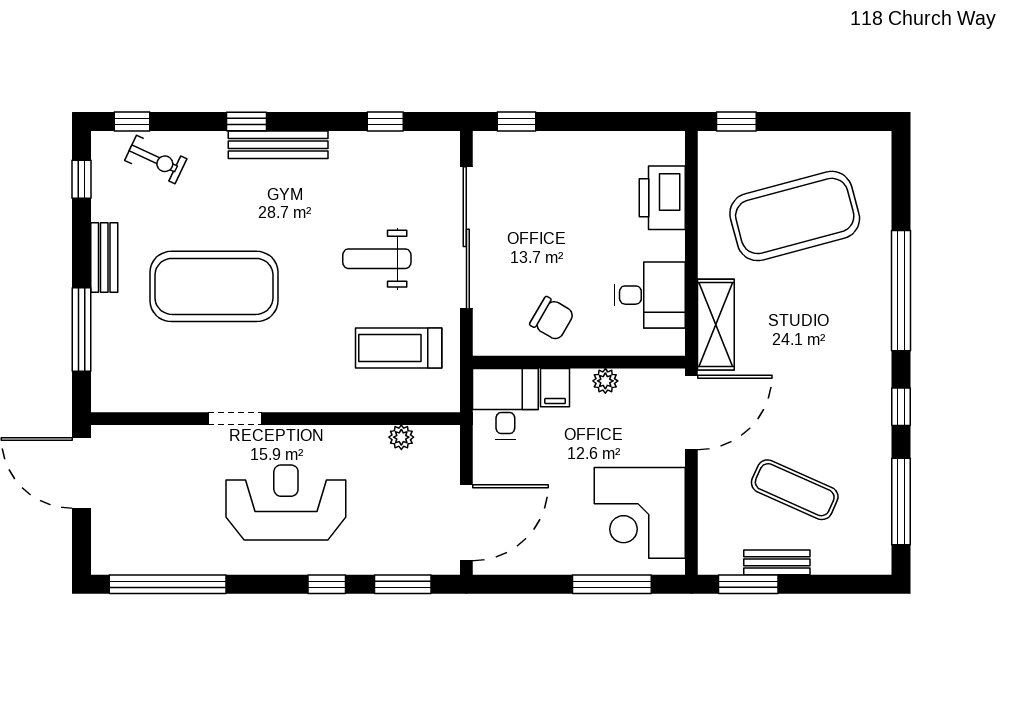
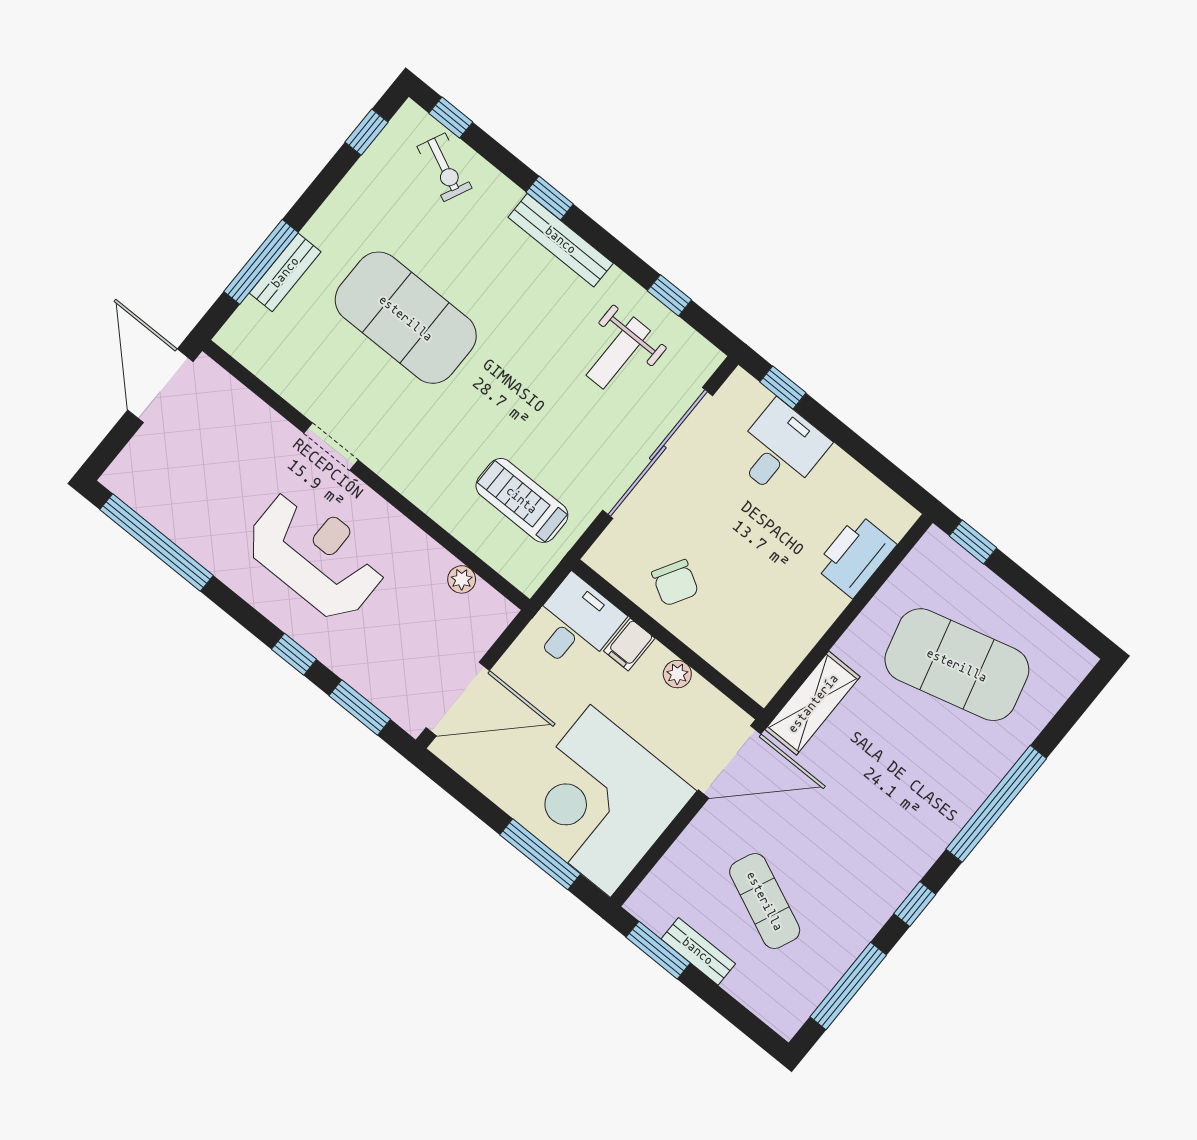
bench: (104, 258) -> (285, 272), moved
weight bench: (377, 259) -> (618, 353), moved, turned -90
desk: (650, 295) -> (780, 450), moved, turned -90
corner desk: (640, 513) -> (600, 801), width x1.36, depth x1.36

